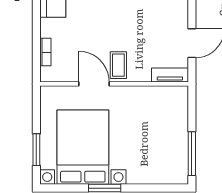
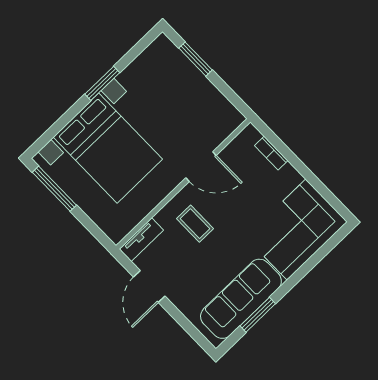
coffee table: (118, 65) -> (195, 224), moved
bed with nightstands: (83, 147) -> (108, 148), moved

